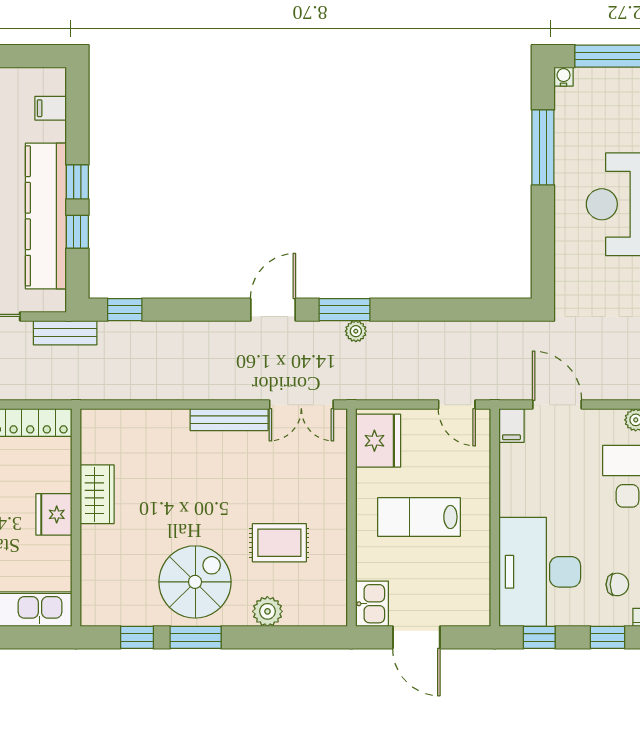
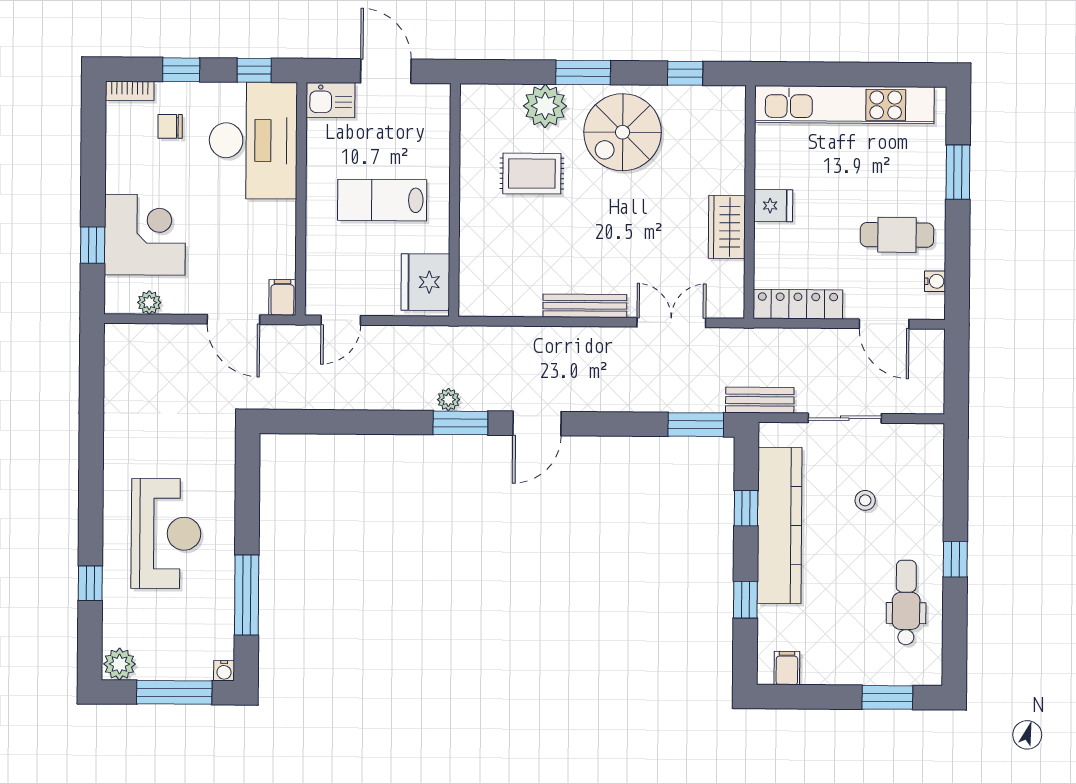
filing cabinet: (51, 108) -> (787, 668), moved, turned -90
window: (77, 182) -> (745, 600), moved
window: (125, 310) -> (696, 425), width x1.50
double door: (301, 405) -> (671, 323), moved
door: (457, 405) -> (341, 320), swing flipped
fridge: (54, 514) -> (773, 206), width x0.72
lab bench: (419, 517) -> (382, 200), turned 180
kitchen sink: (372, 604) -> (330, 100), moved, turned -90
plant: (267, 611) -> (545, 106), width x1.36, depth x1.36
window: (196, 637) -> (583, 72), moved

